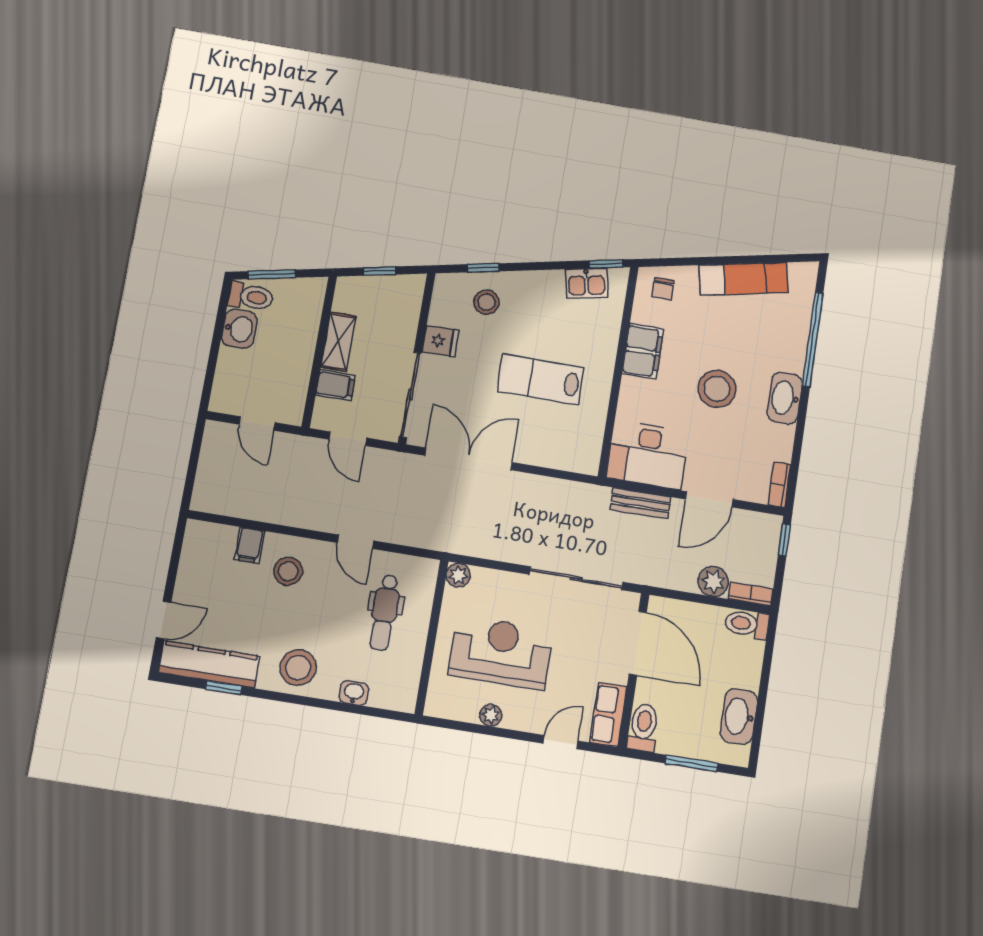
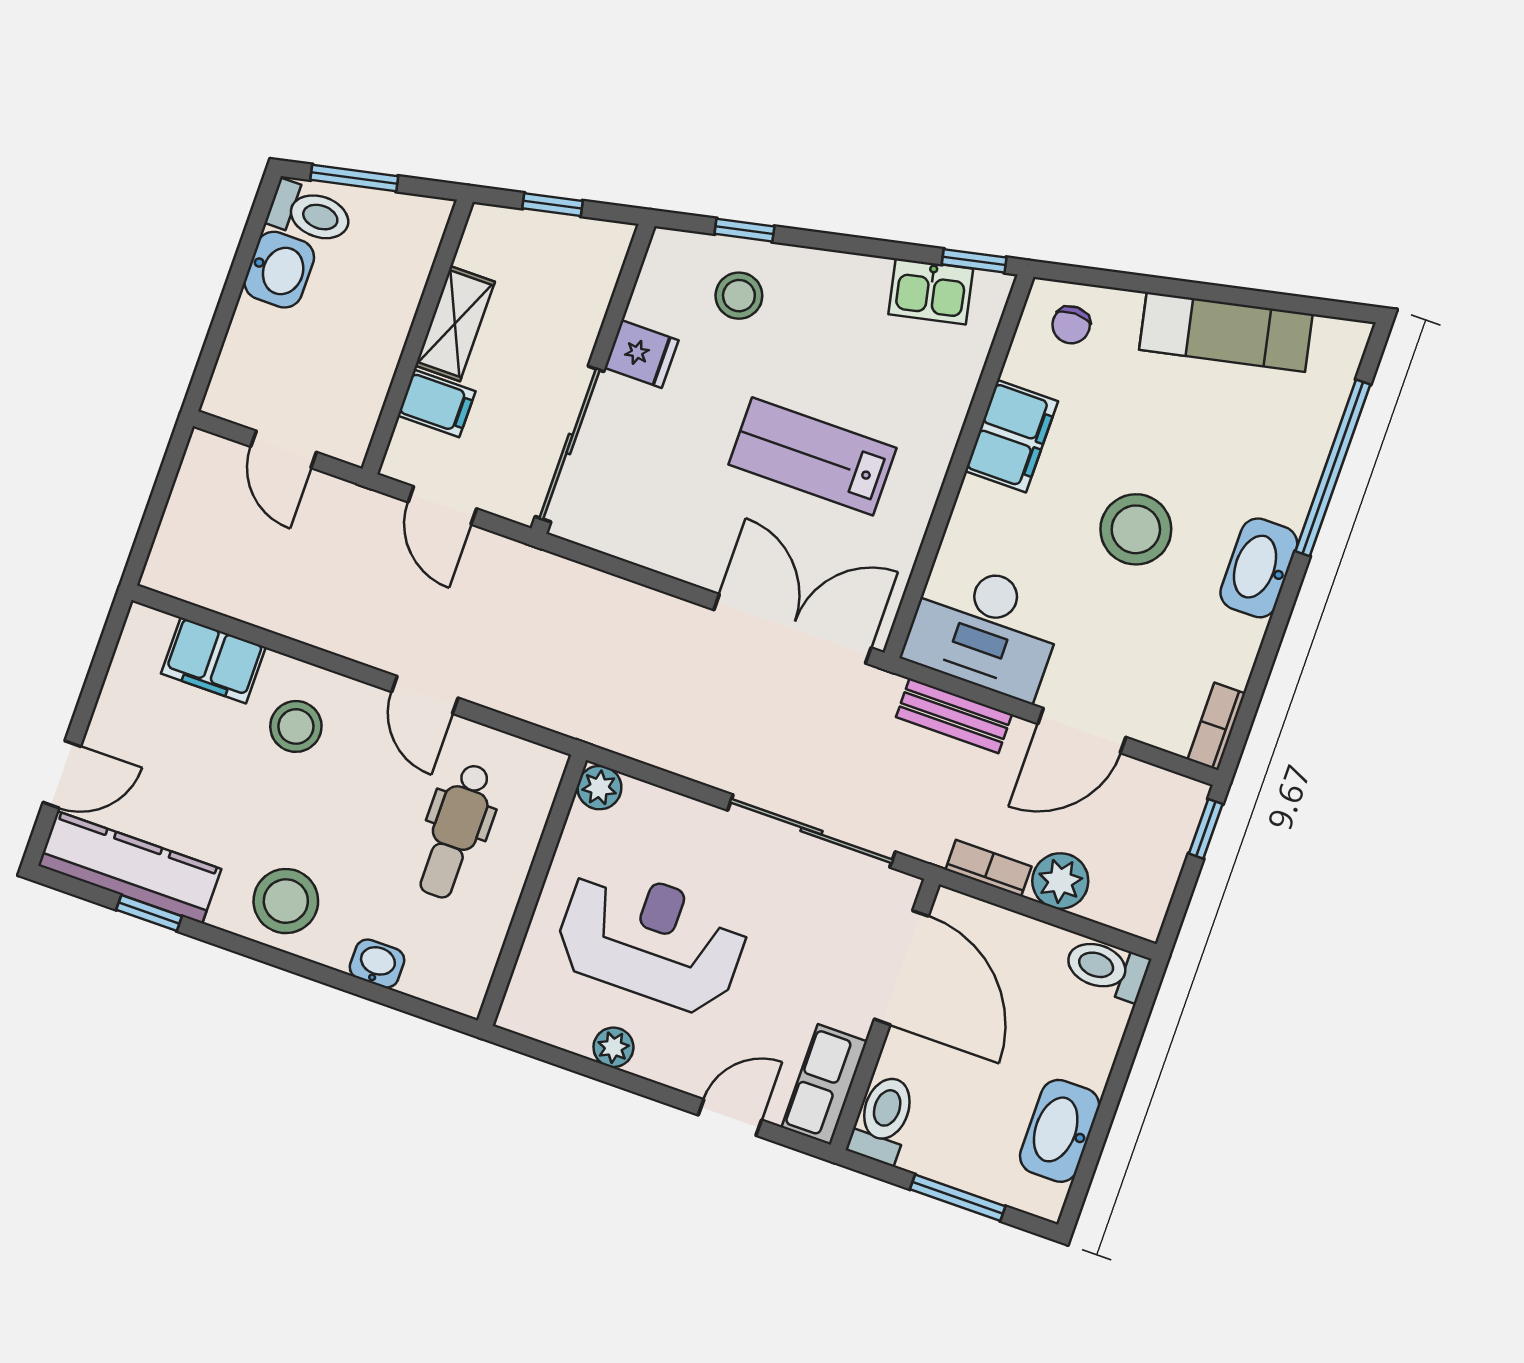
double door: (468, 459) -> (792, 629), moved
filing cabinet: (249, 545) -> (213, 660), width x2.00
bookcase: (751, 594) -> (988, 868), moved

